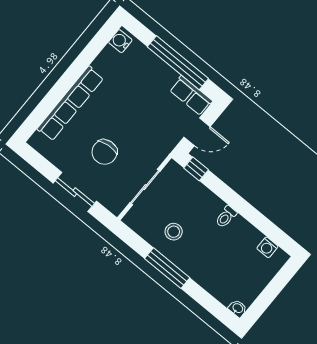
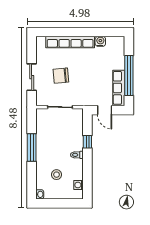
water cooler: (120, 41) -> (100, 41), moved
row of seats: (191, 96) -> (119, 88), width x1.48
window: (196, 169) -> (87, 142), moved
stool: (174, 232) -> (57, 175), moved

